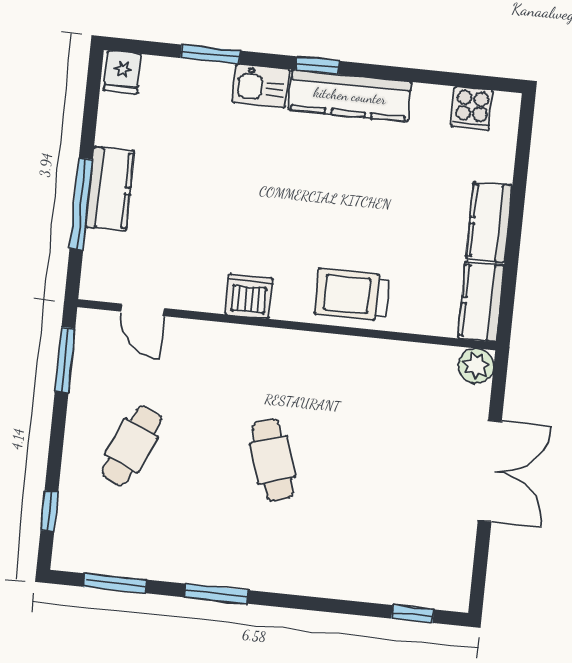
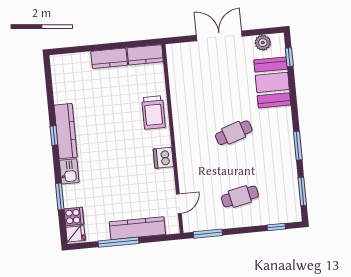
window: (318, 65) -> (54, 136), moved
cooker: (472, 108) -> (74, 216), moved
kitchen counter: (110, 189) -> (137, 228), width x1.50
window: (81, 204) -> (119, 242), moved
plant: (476, 366) -> (263, 43), moved
cafe table: (132, 445) -> (240, 196), turned -36
booth: (365, 566) -> (272, 82), added

